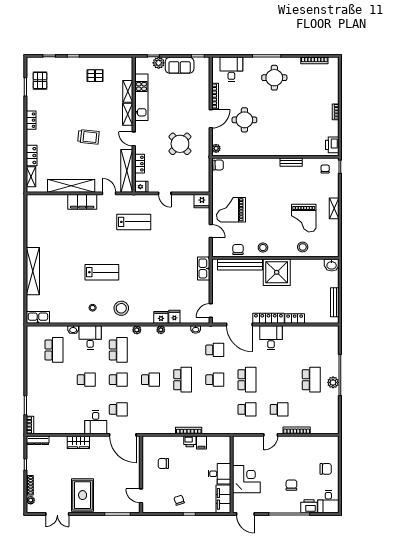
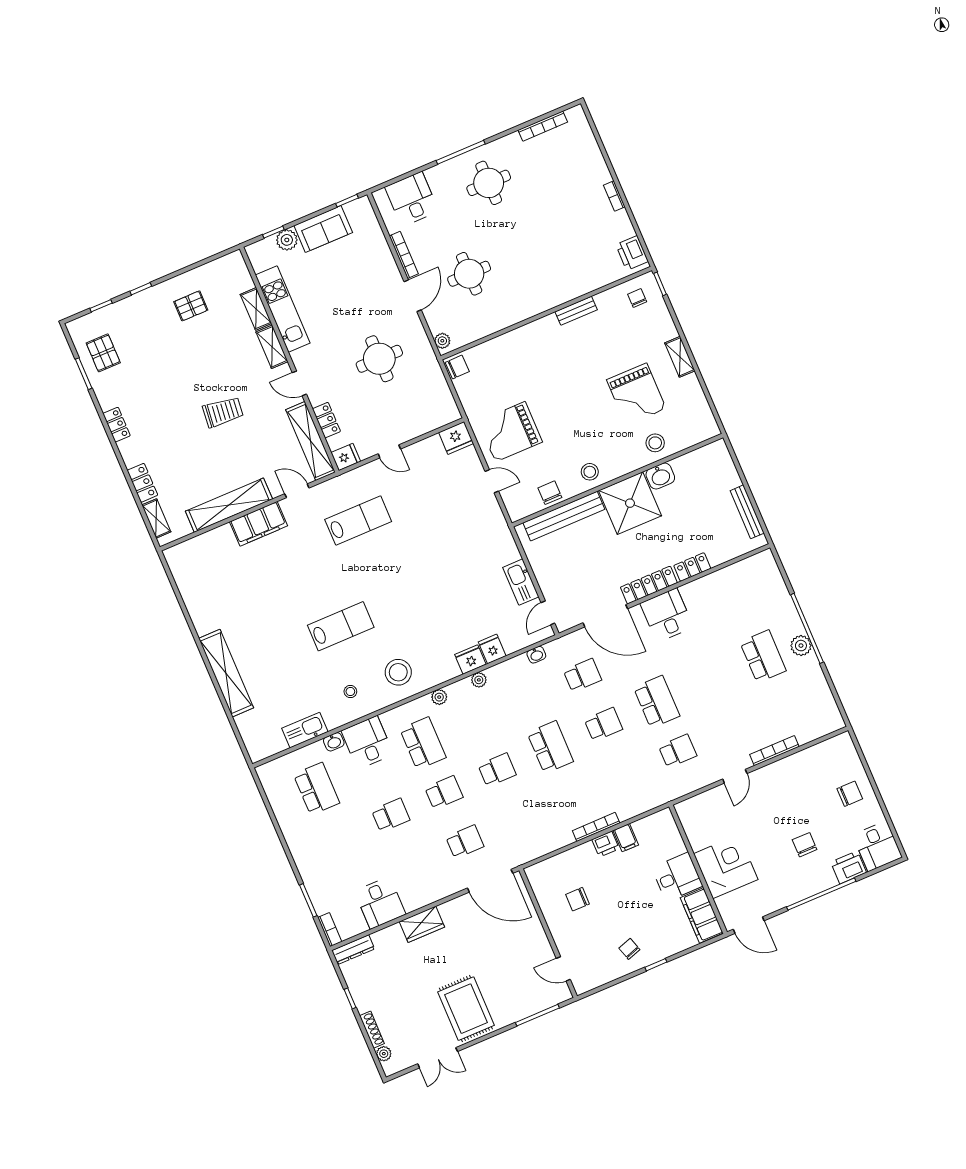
round table: (180, 144) -> (379, 359), turned 45
washbasin: (332, 265) -> (660, 476), moved
kitchen sink: (204, 268) -> (521, 582), moved
kitchen sink: (38, 317) -> (305, 730), moved
school desk: (279, 409) -> (731, 728), removed
desk: (96, 422) -> (380, 903), moved

